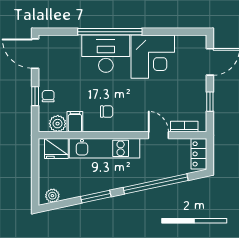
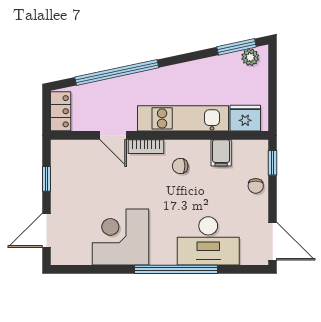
desk: (106, 54) -> (208, 241), moved
window: (35, 96) -> (273, 163), moved
plant: (58, 124) -> (244, 150), removed
bookcase: (184, 127) -> (146, 147), moved
window: (96, 197) -> (236, 47), moved

